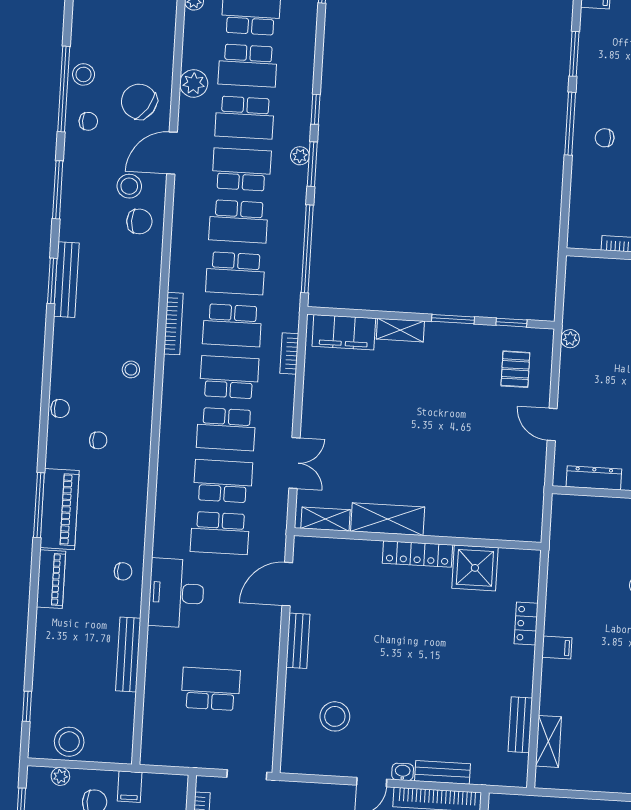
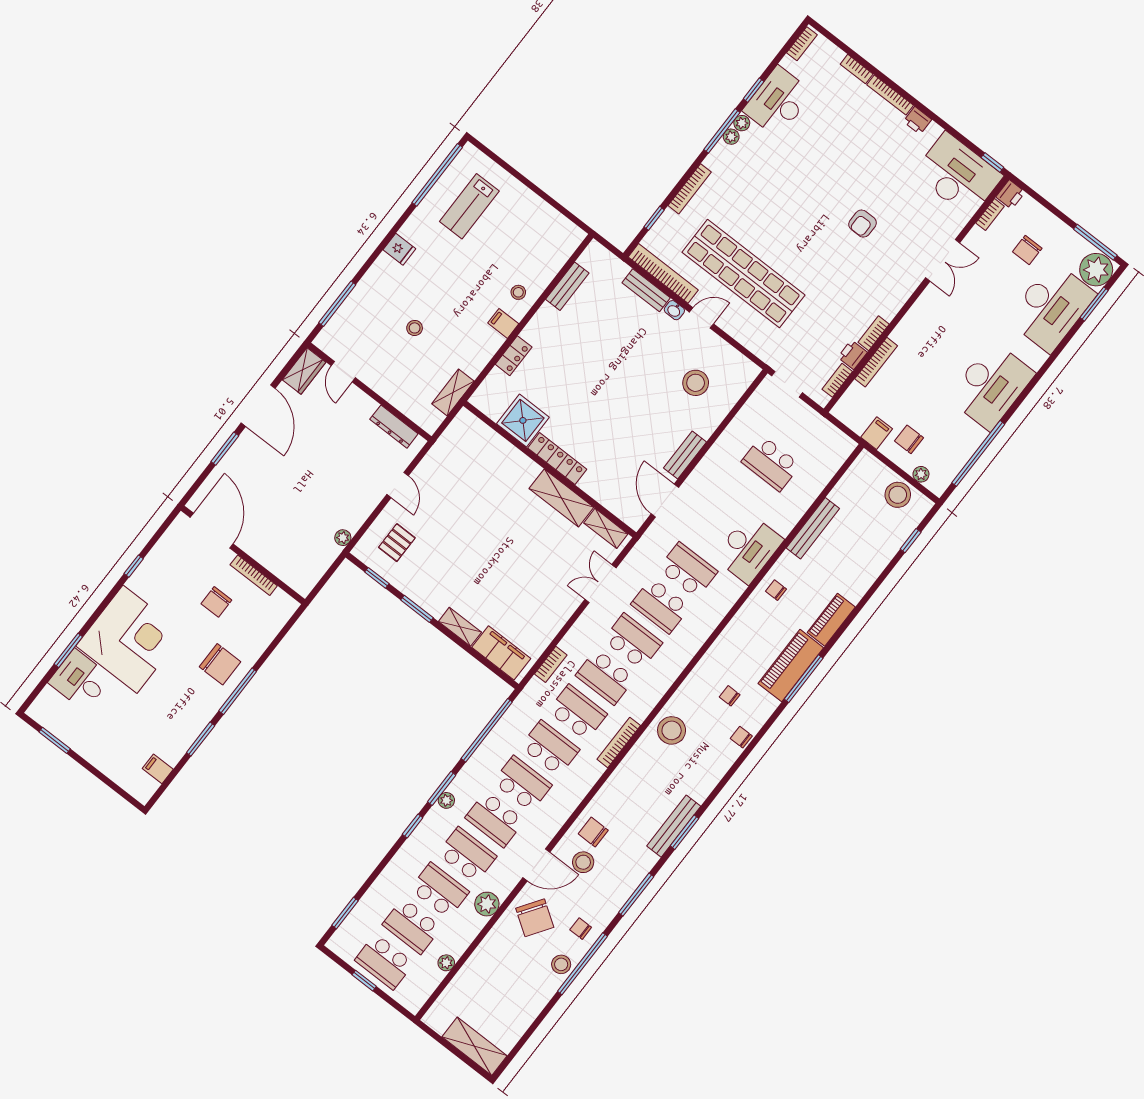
chair: (605, 138) -> (220, 664), width x1.87, depth x1.87
stool: (131, 369) -> (672, 730), width x1.89, depth x1.89
door: (287, 584) -> (665, 501), swing flipped
stool: (563, 687) -> (518, 292), added
shelving: (548, 741) -> (453, 392), moved

